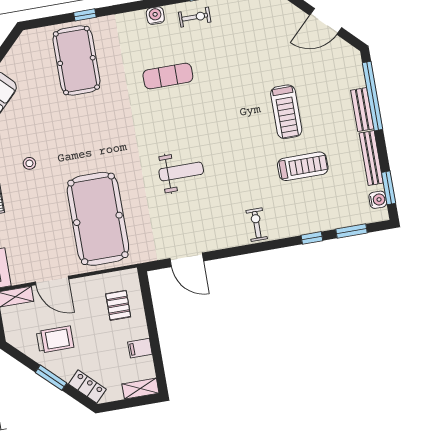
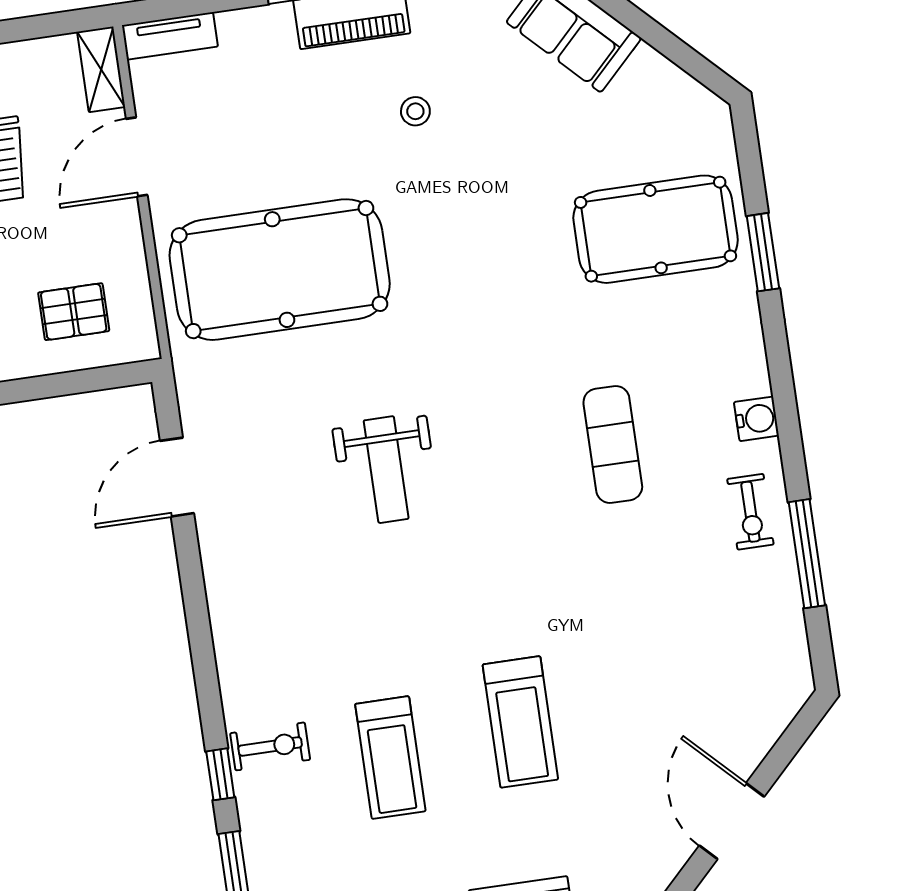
window: (85, 15) -> (763, 252), width x1.50
treadmill: (286, 112) -> (520, 722), turned -90
exercise bike: (257, 225) -> (270, 746), moved

